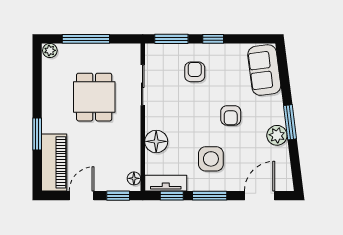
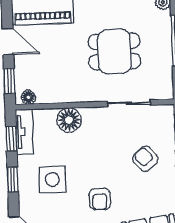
armchair: (195, 72) -> (145, 159), turned -131
armchair: (231, 115) -> (100, 199), turned -90
window: (210, 196) -> (13, 179), width x0.67

